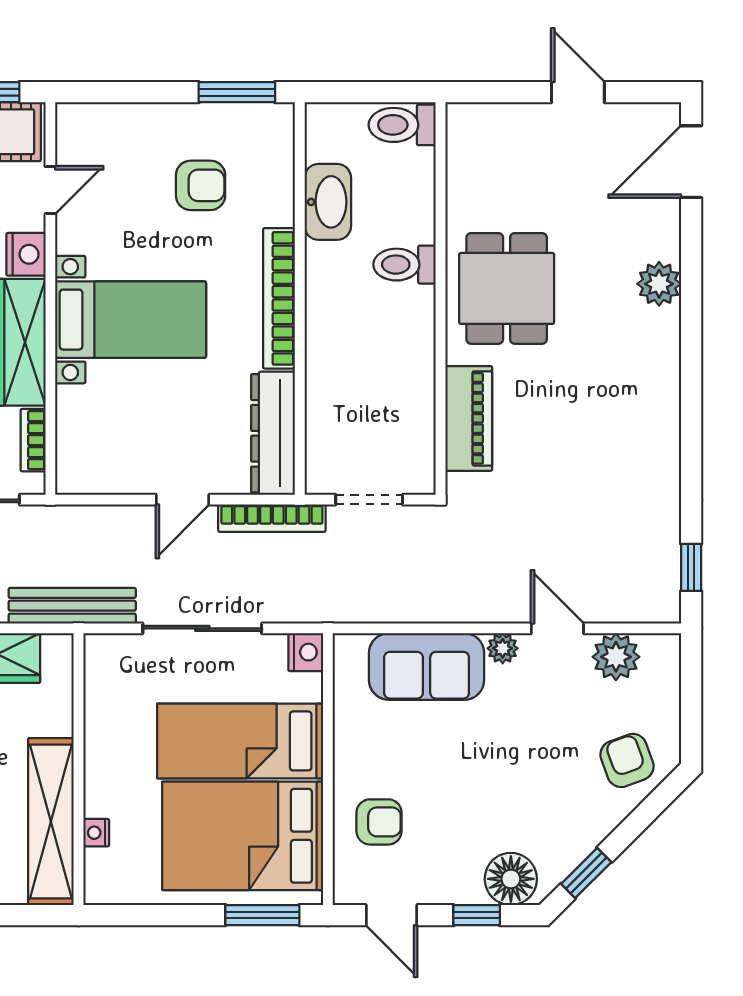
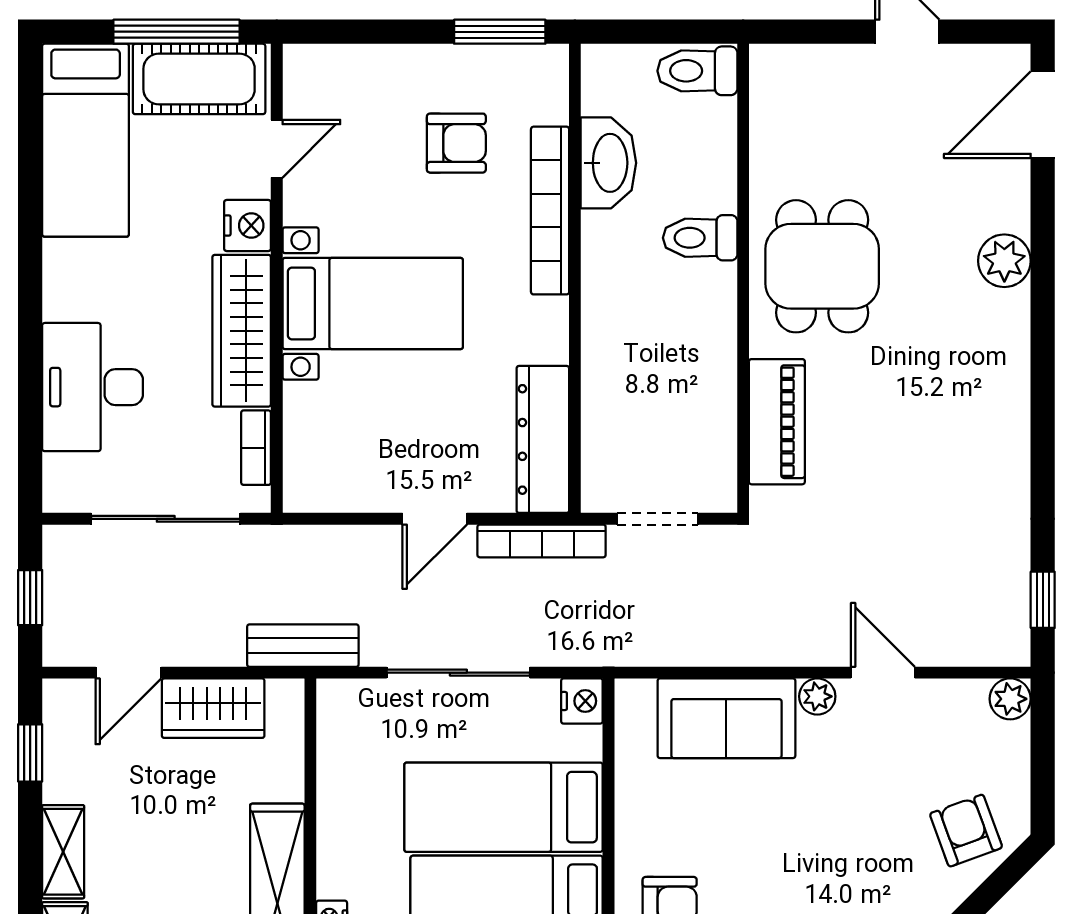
bookcase: (279, 298) -> (550, 211), moved
bench: (72, 606) -> (303, 646), width x0.73
plant: (616, 657) -> (1010, 699), moved, width x0.73, depth x0.73

